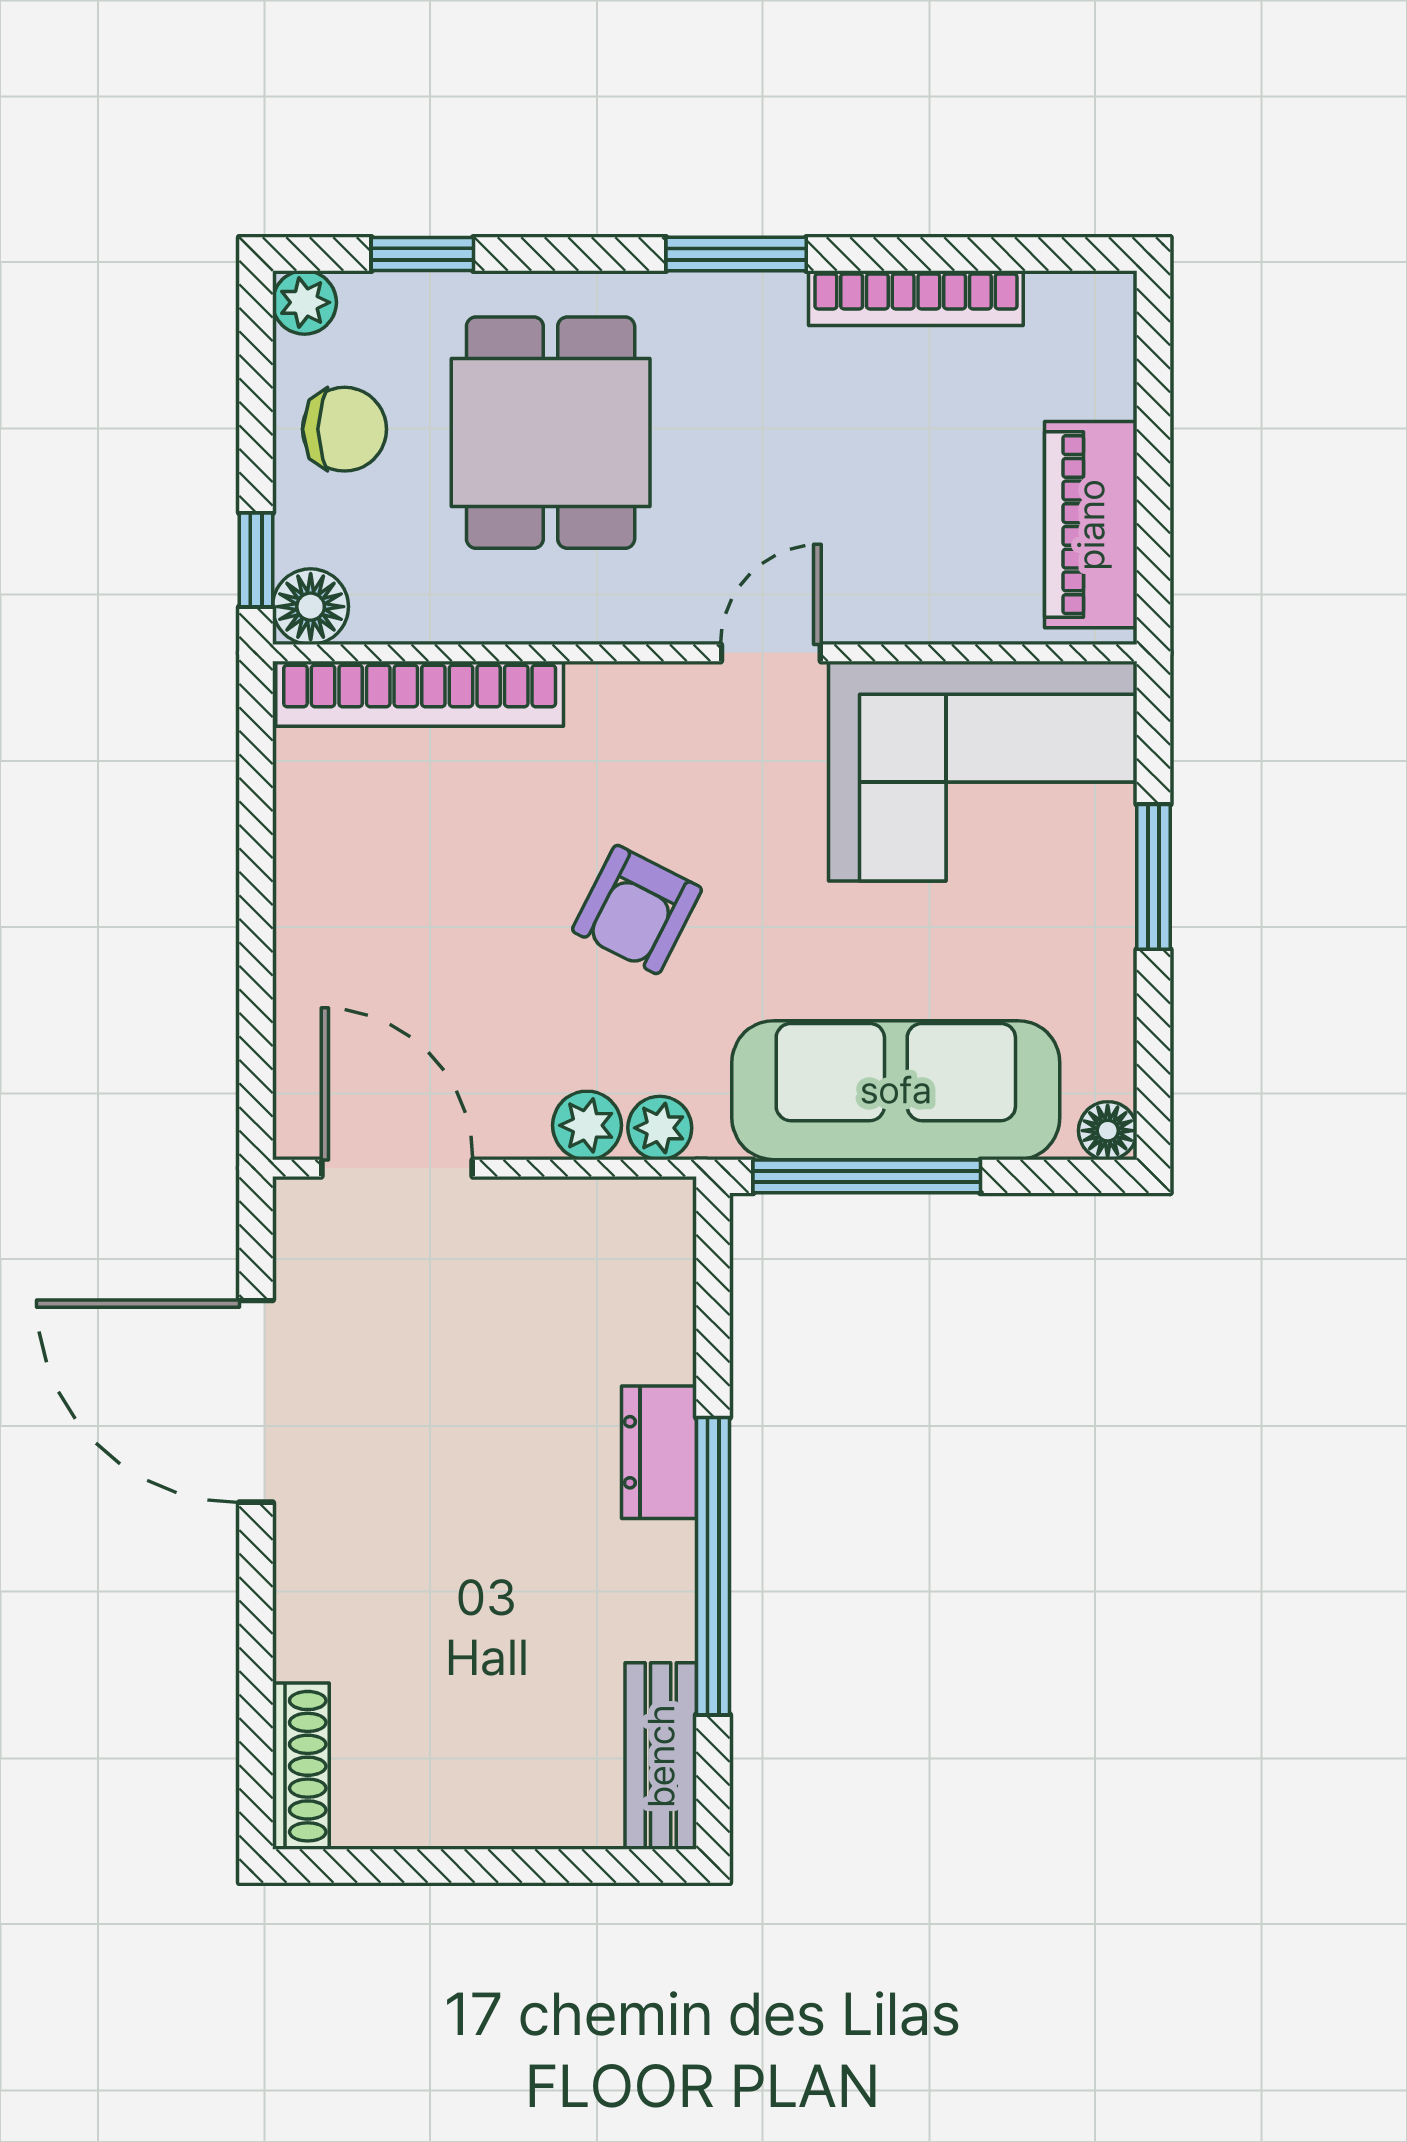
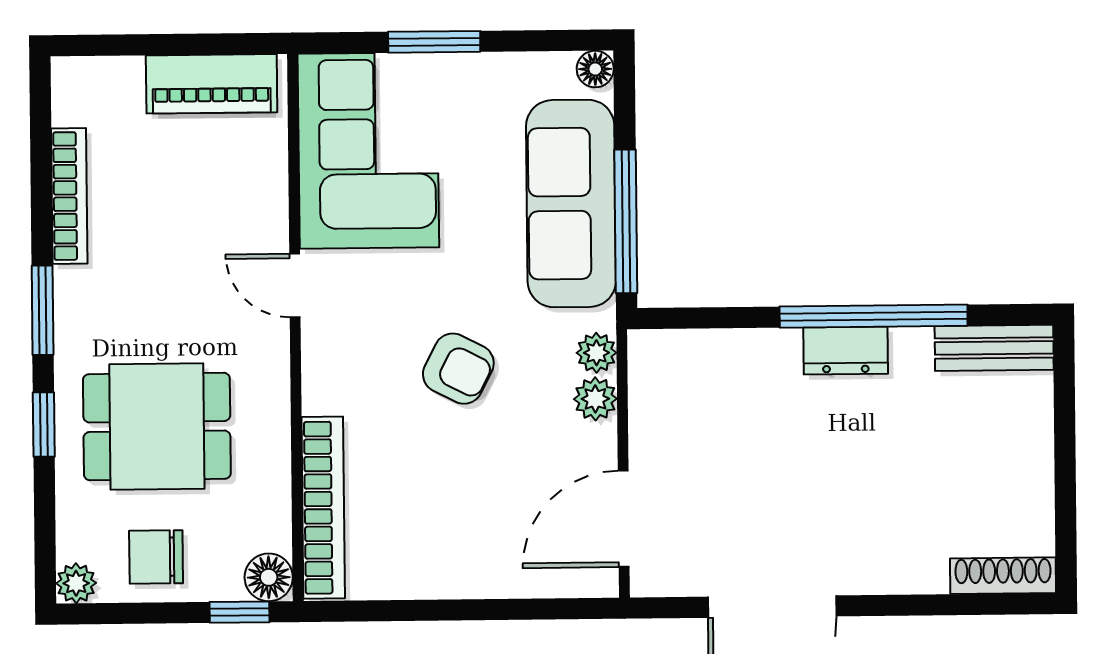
window: (422, 254) -> (44, 425), moved
chair: (345, 429) -> (156, 557), turned -90
dresser: (659, 1452) -> (846, 351), moved

